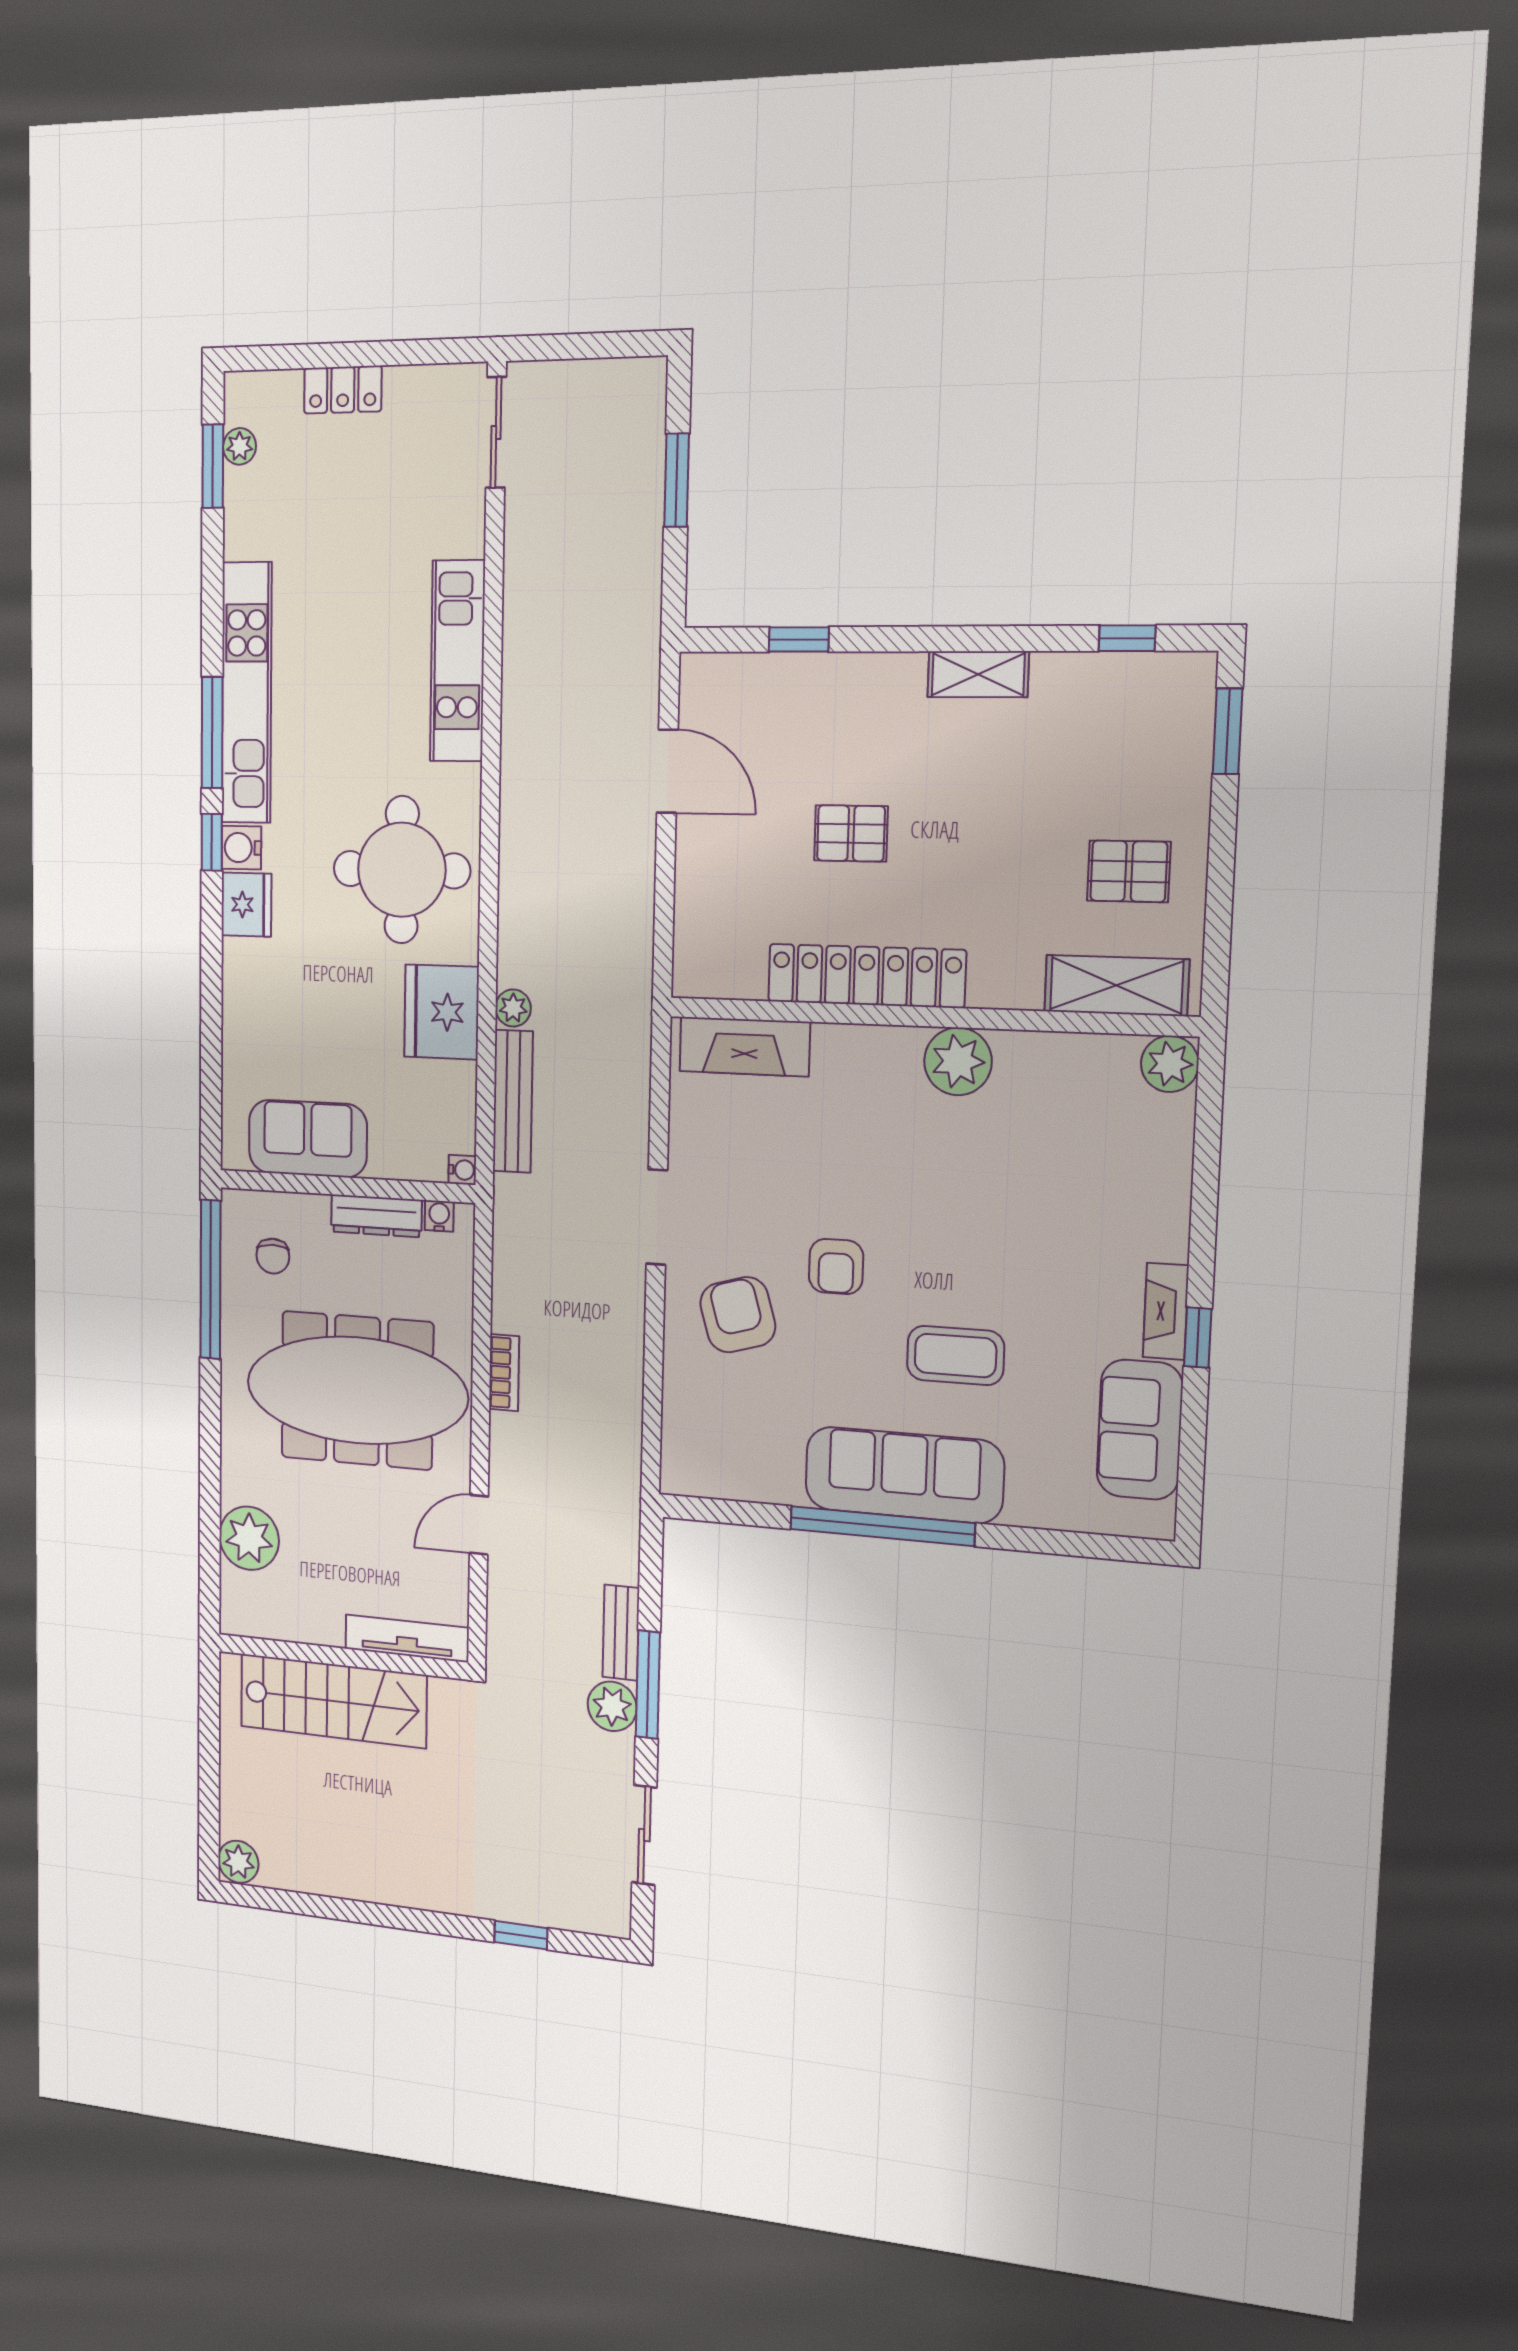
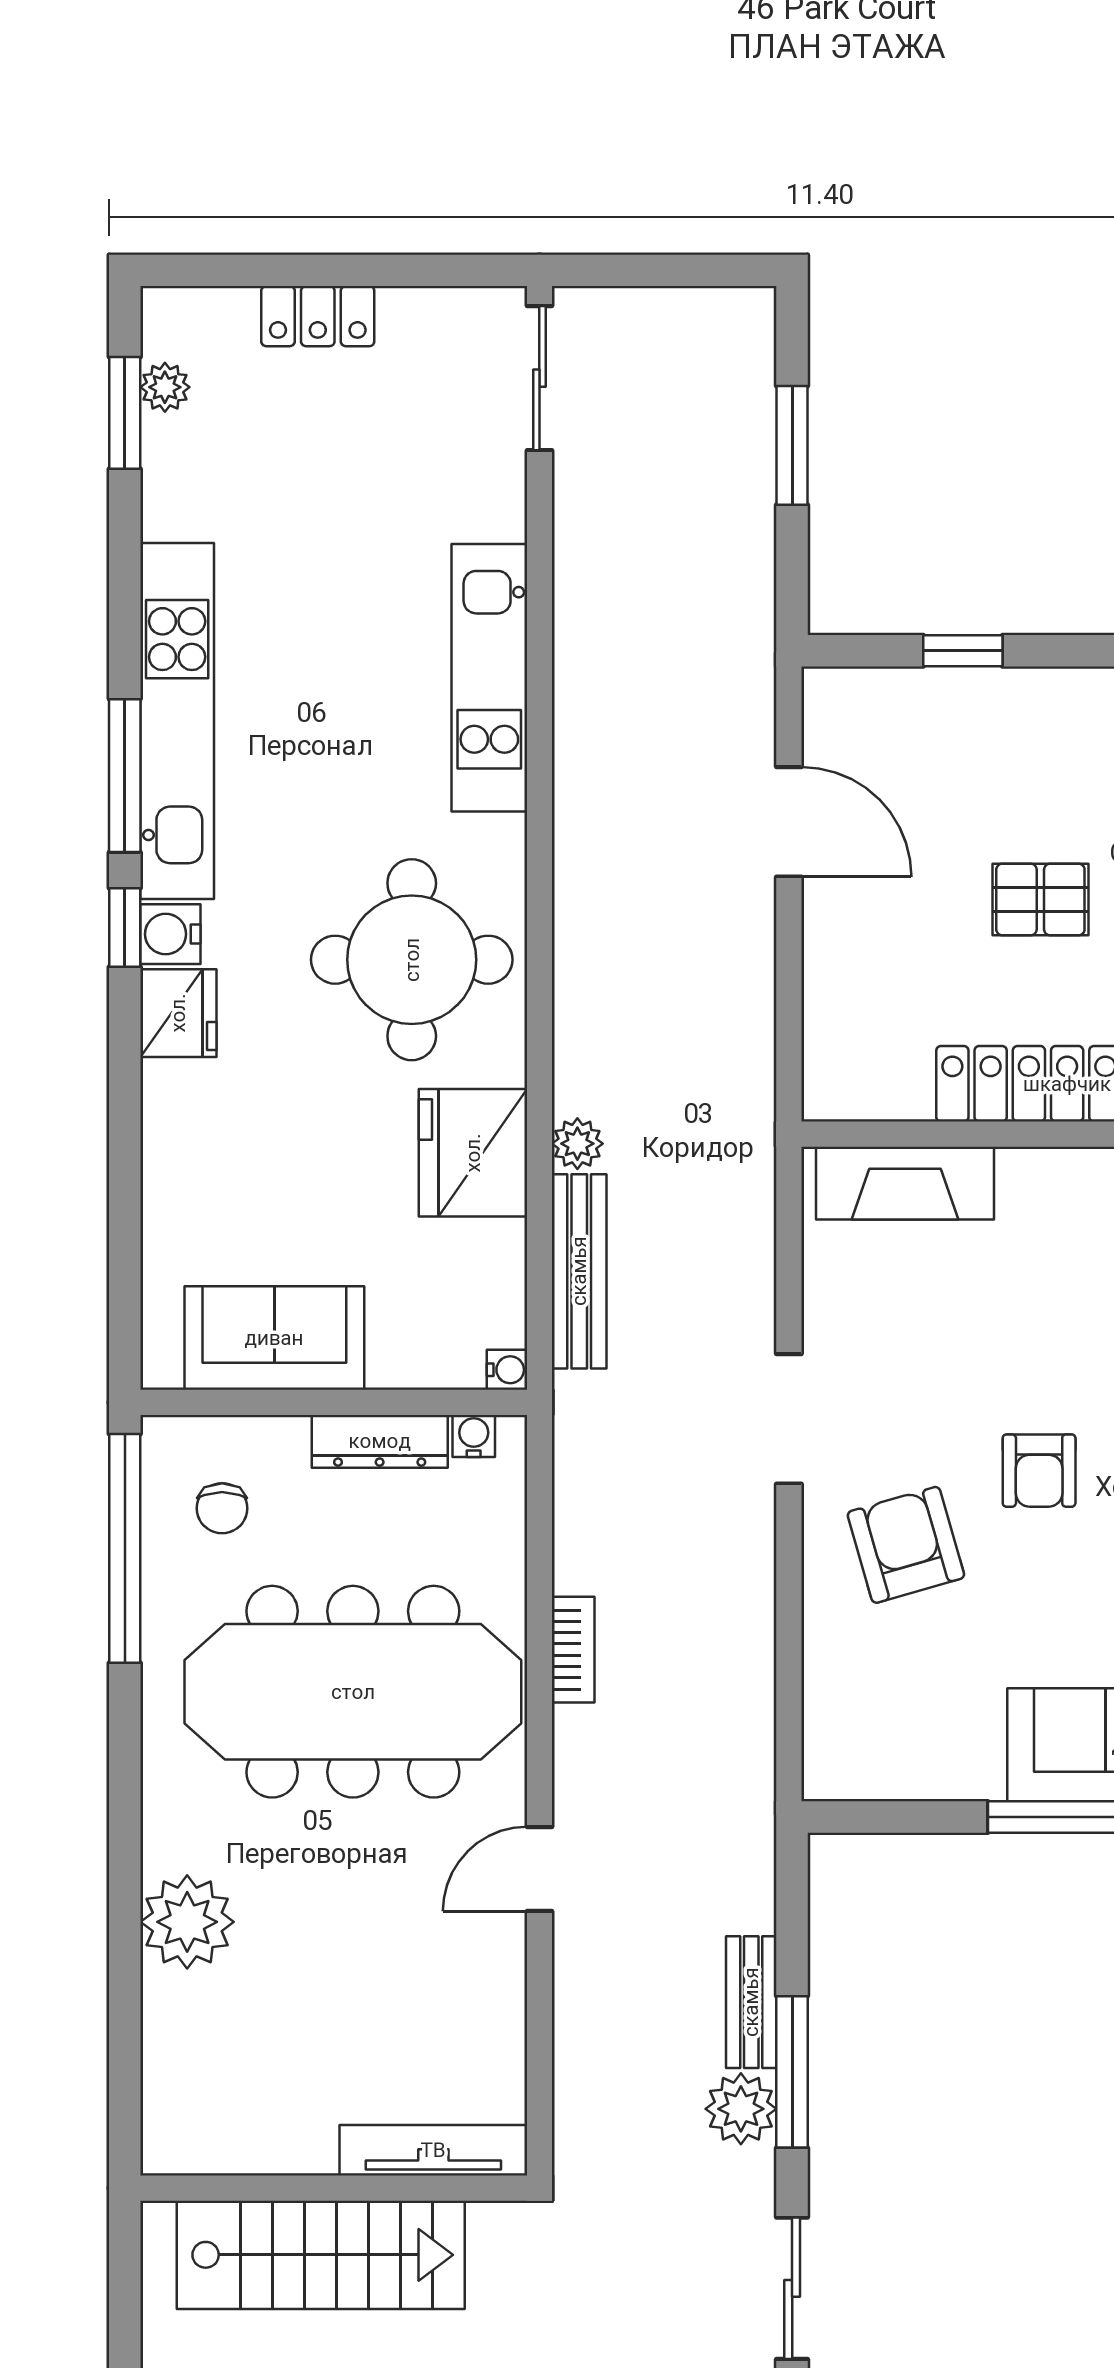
tv unit: (407, 1638) -> (433, 2150), moved
wall: (342, 1657) -> (334, 2188), moved
stairs: (333, 1701) -> (321, 2255), moved

